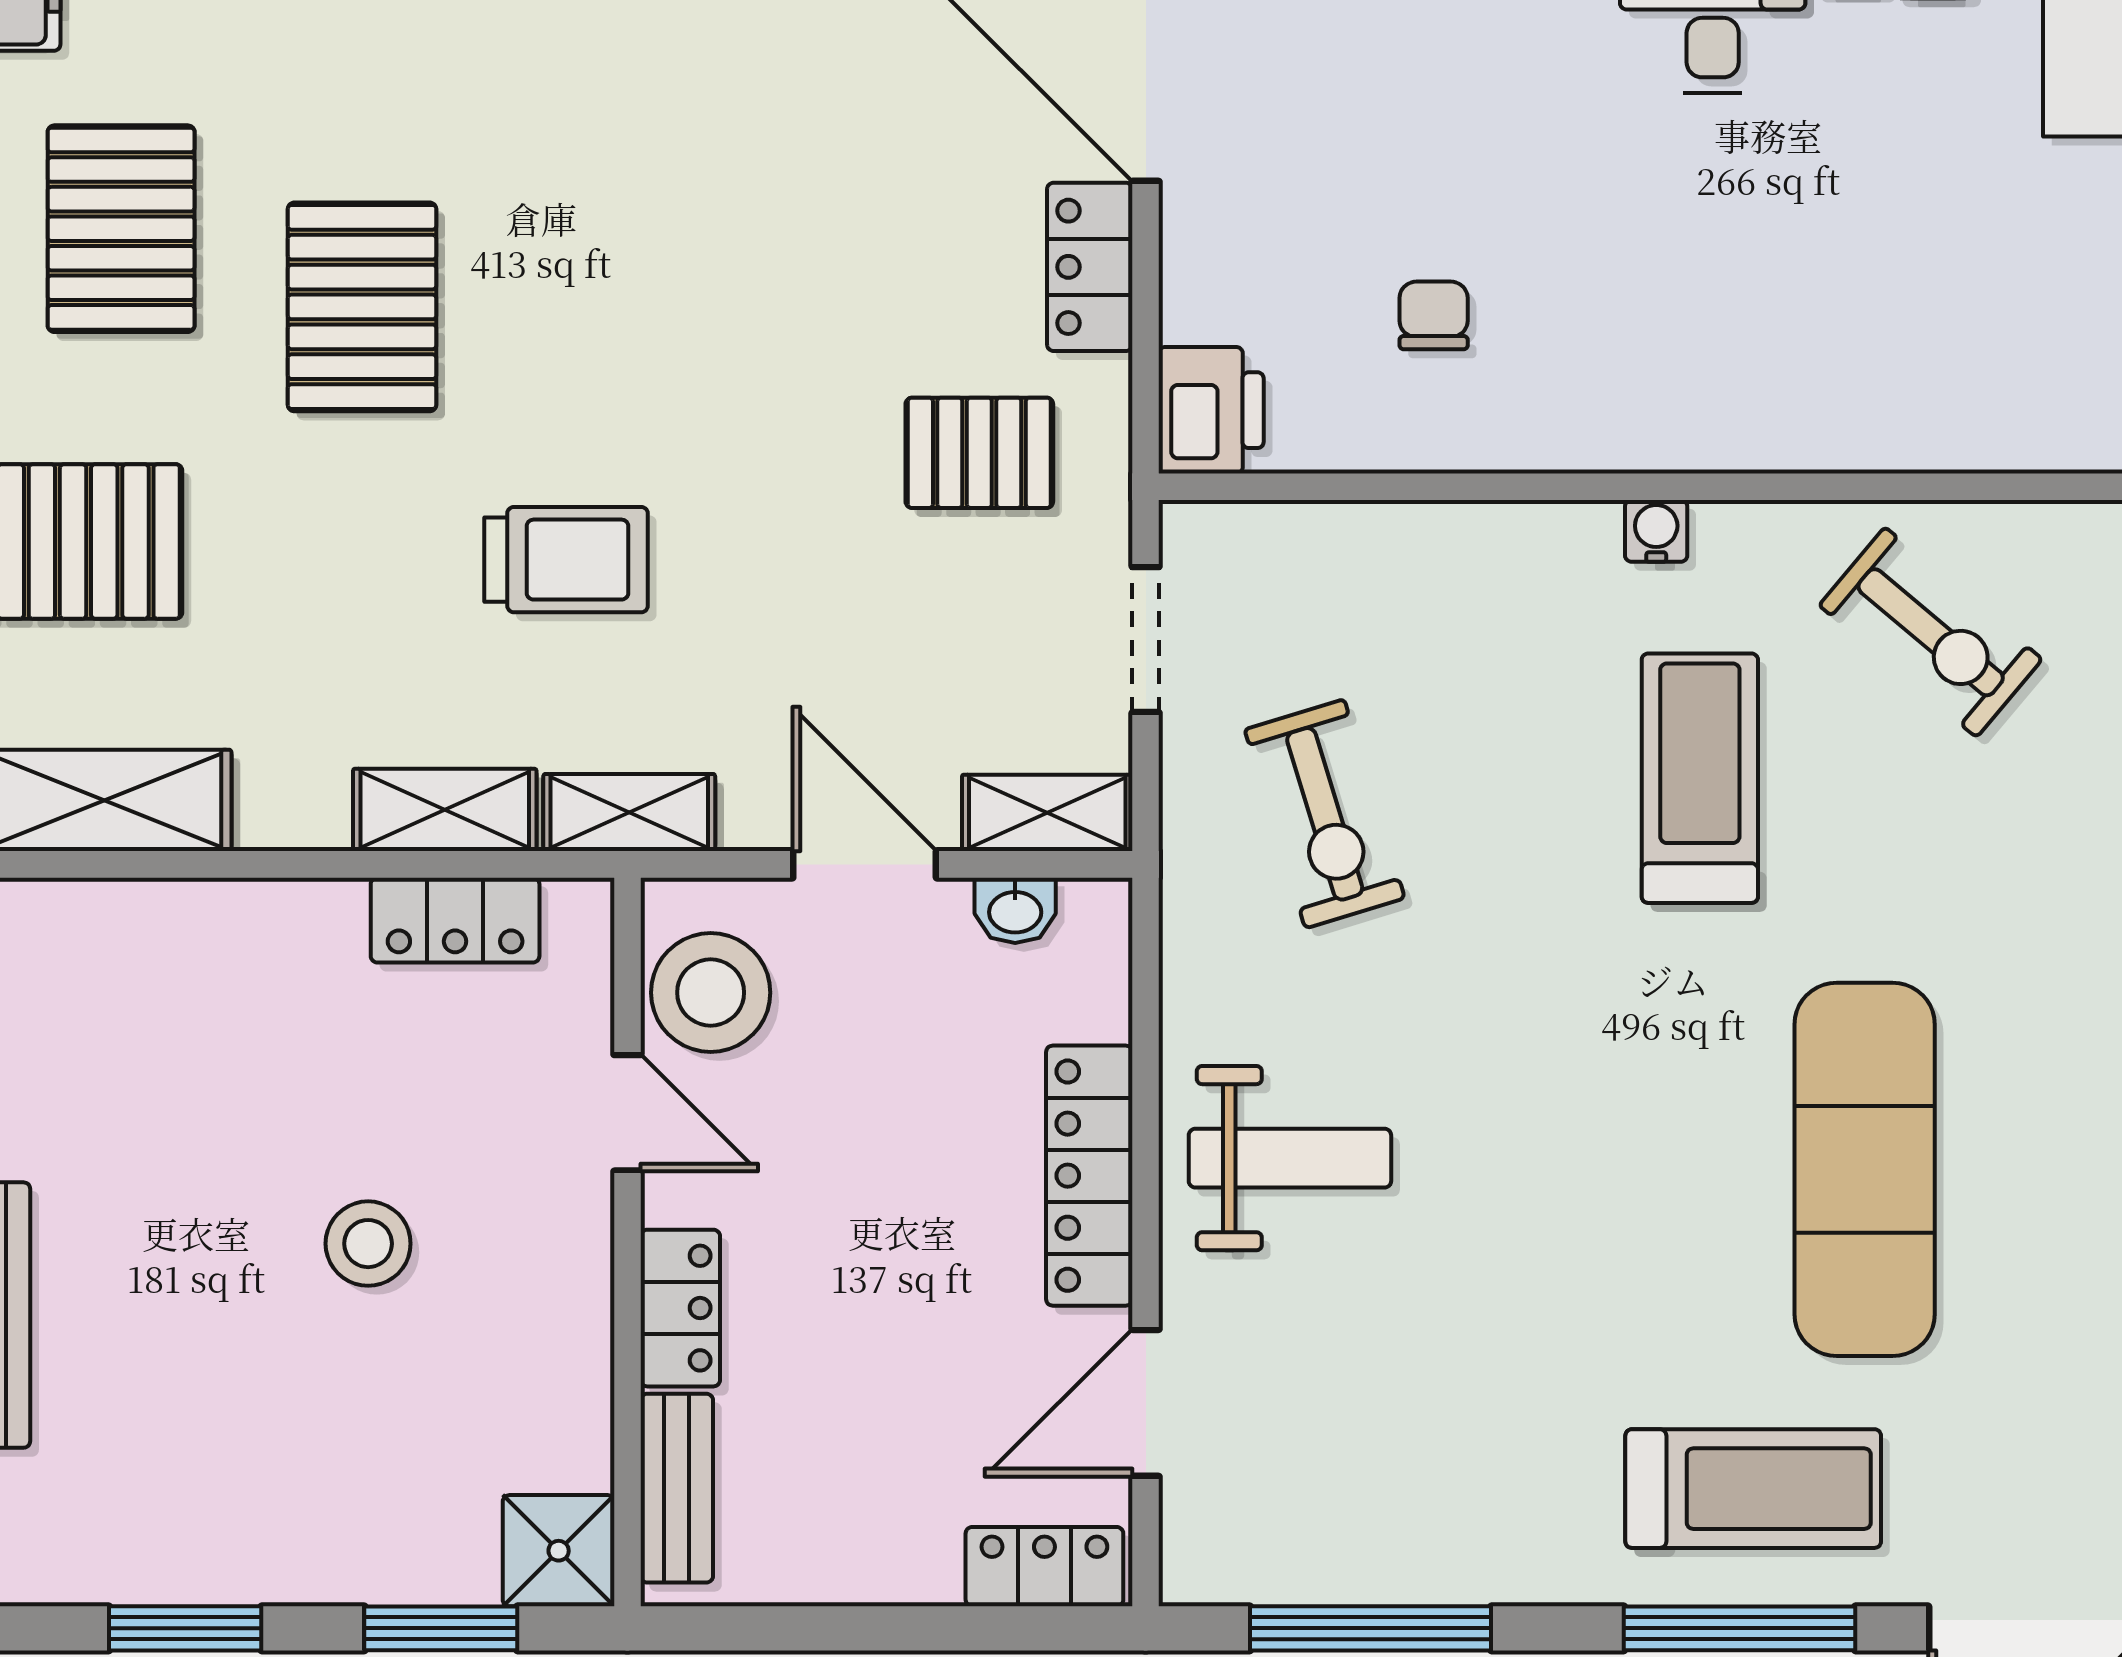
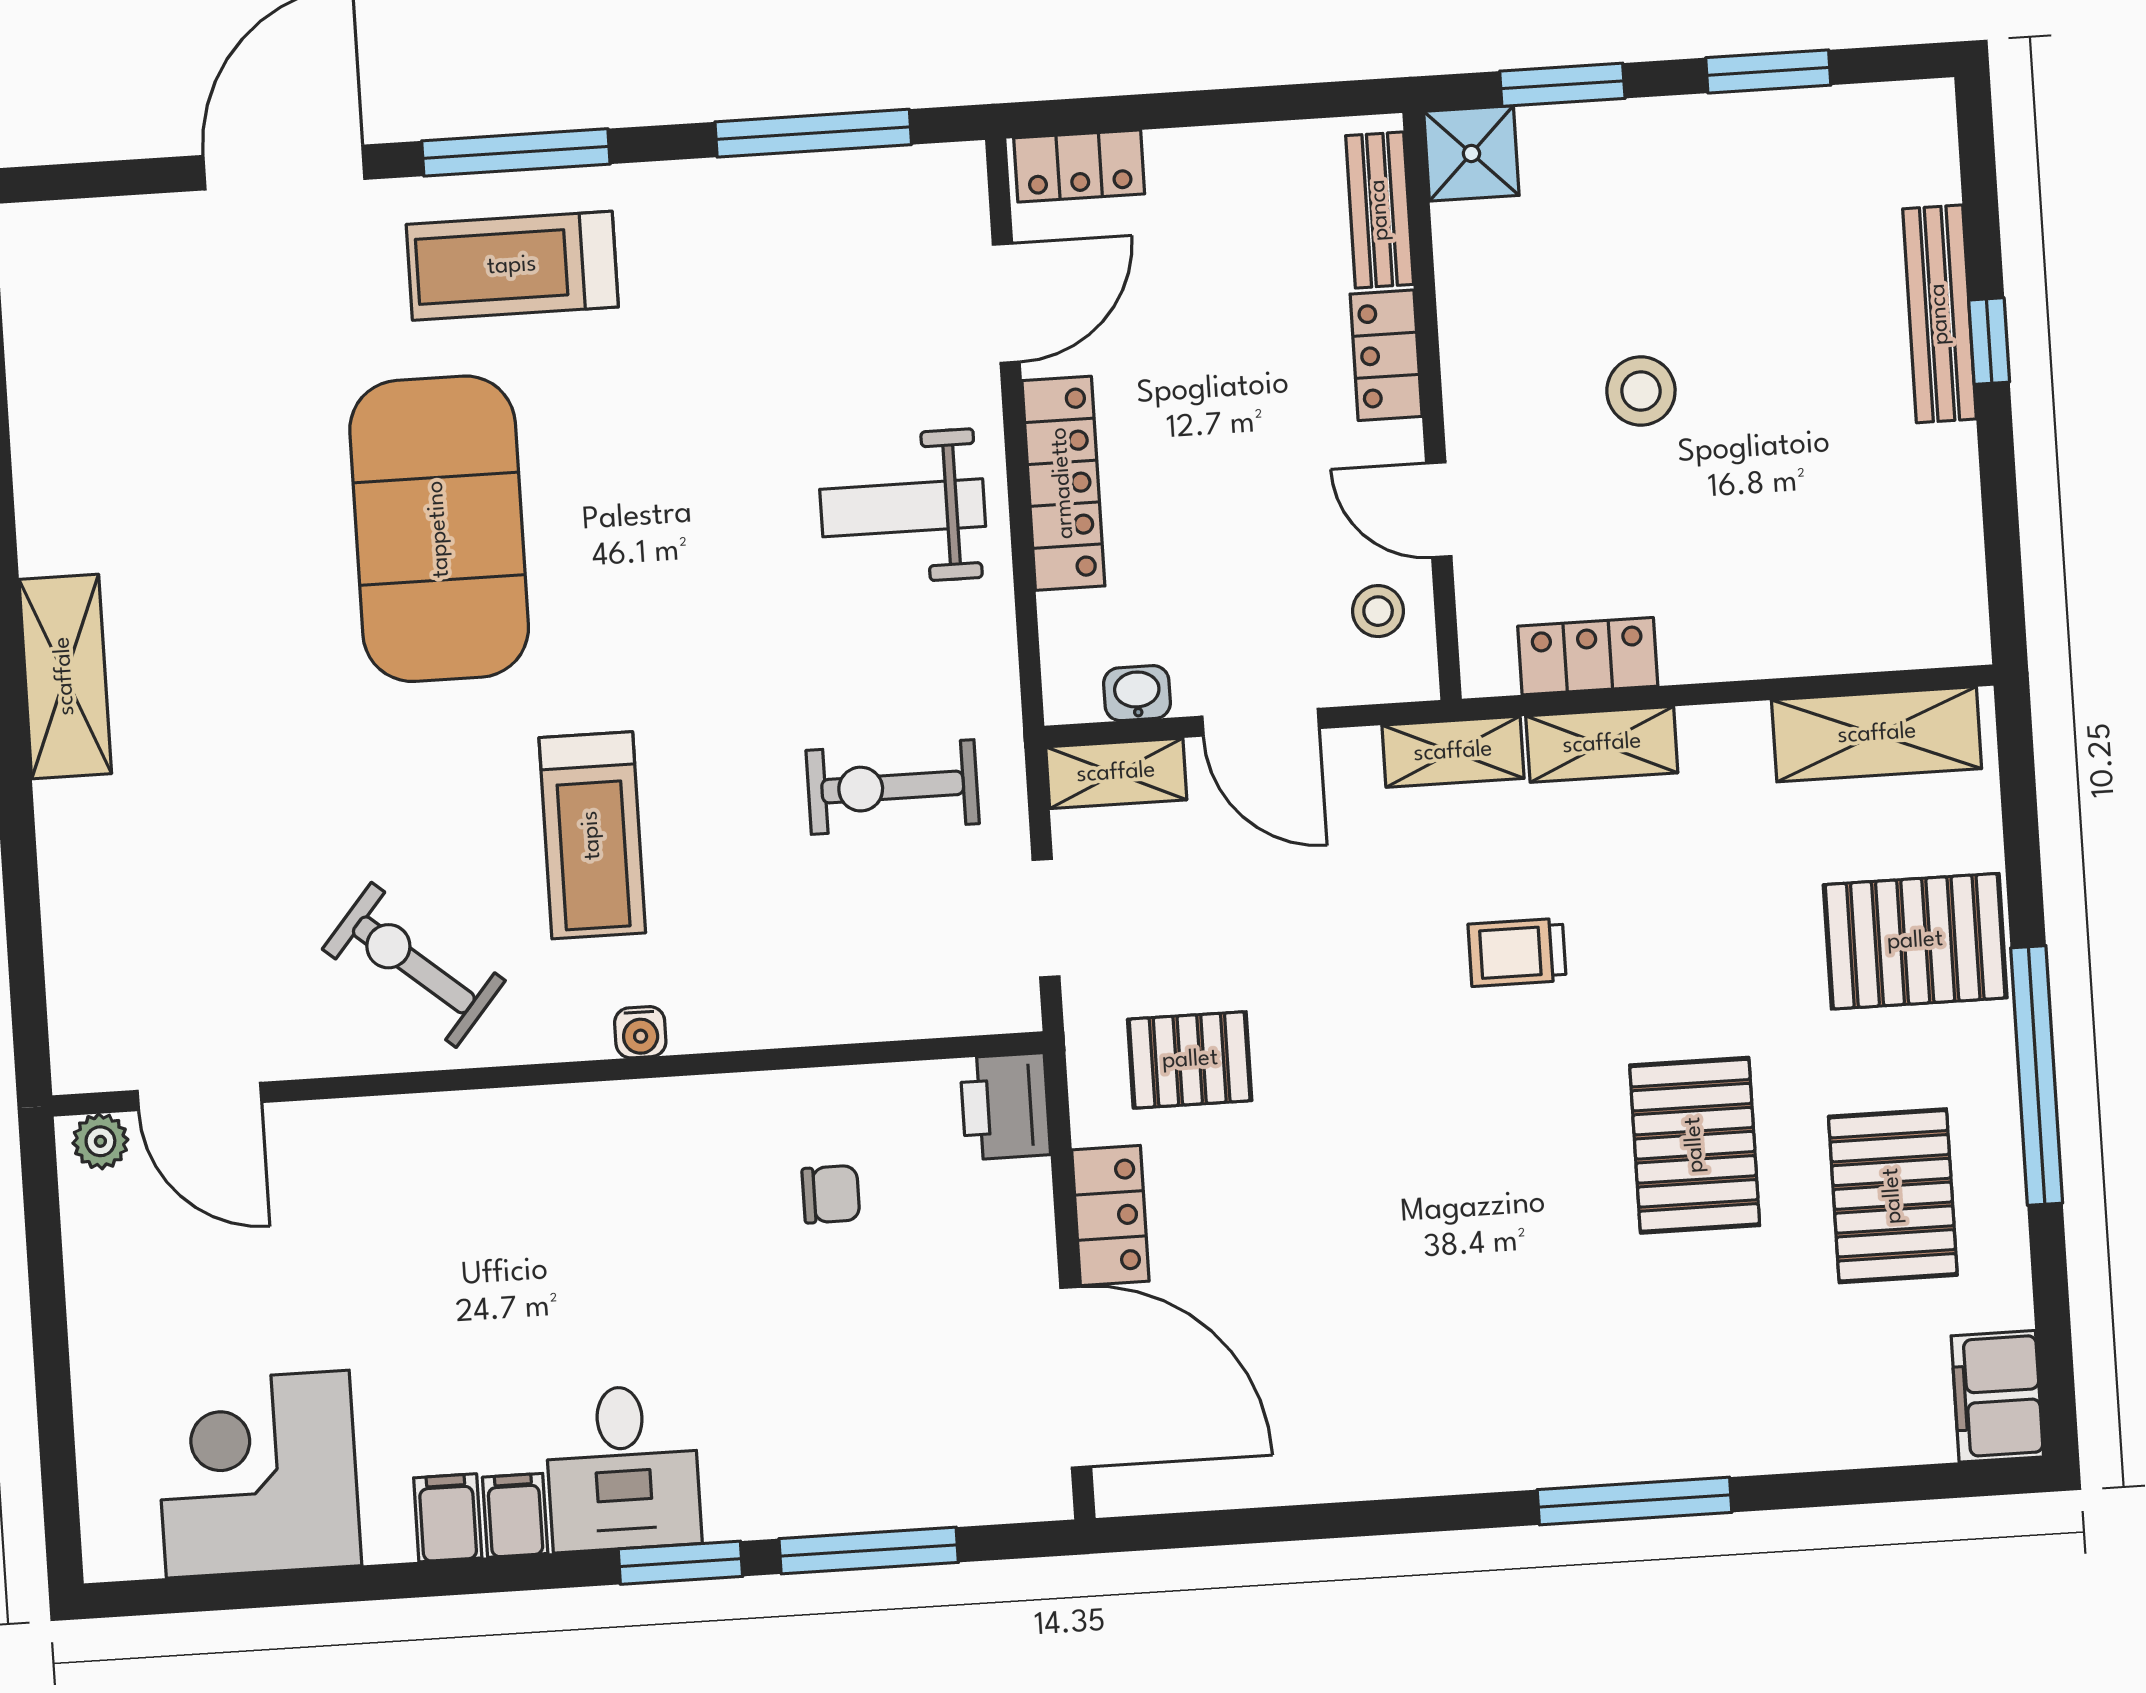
chair: (1434, 315) -> (831, 1194), turned -90
trolley: (566, 560) -> (1517, 952), width x0.73, depth x0.72
exercise bike: (1325, 814) -> (893, 787), turned -73
stool: (711, 993) -> (1378, 611), width x0.53, depth x0.53
exercise mat: (1865, 1169) -> (439, 529), width x1.47

